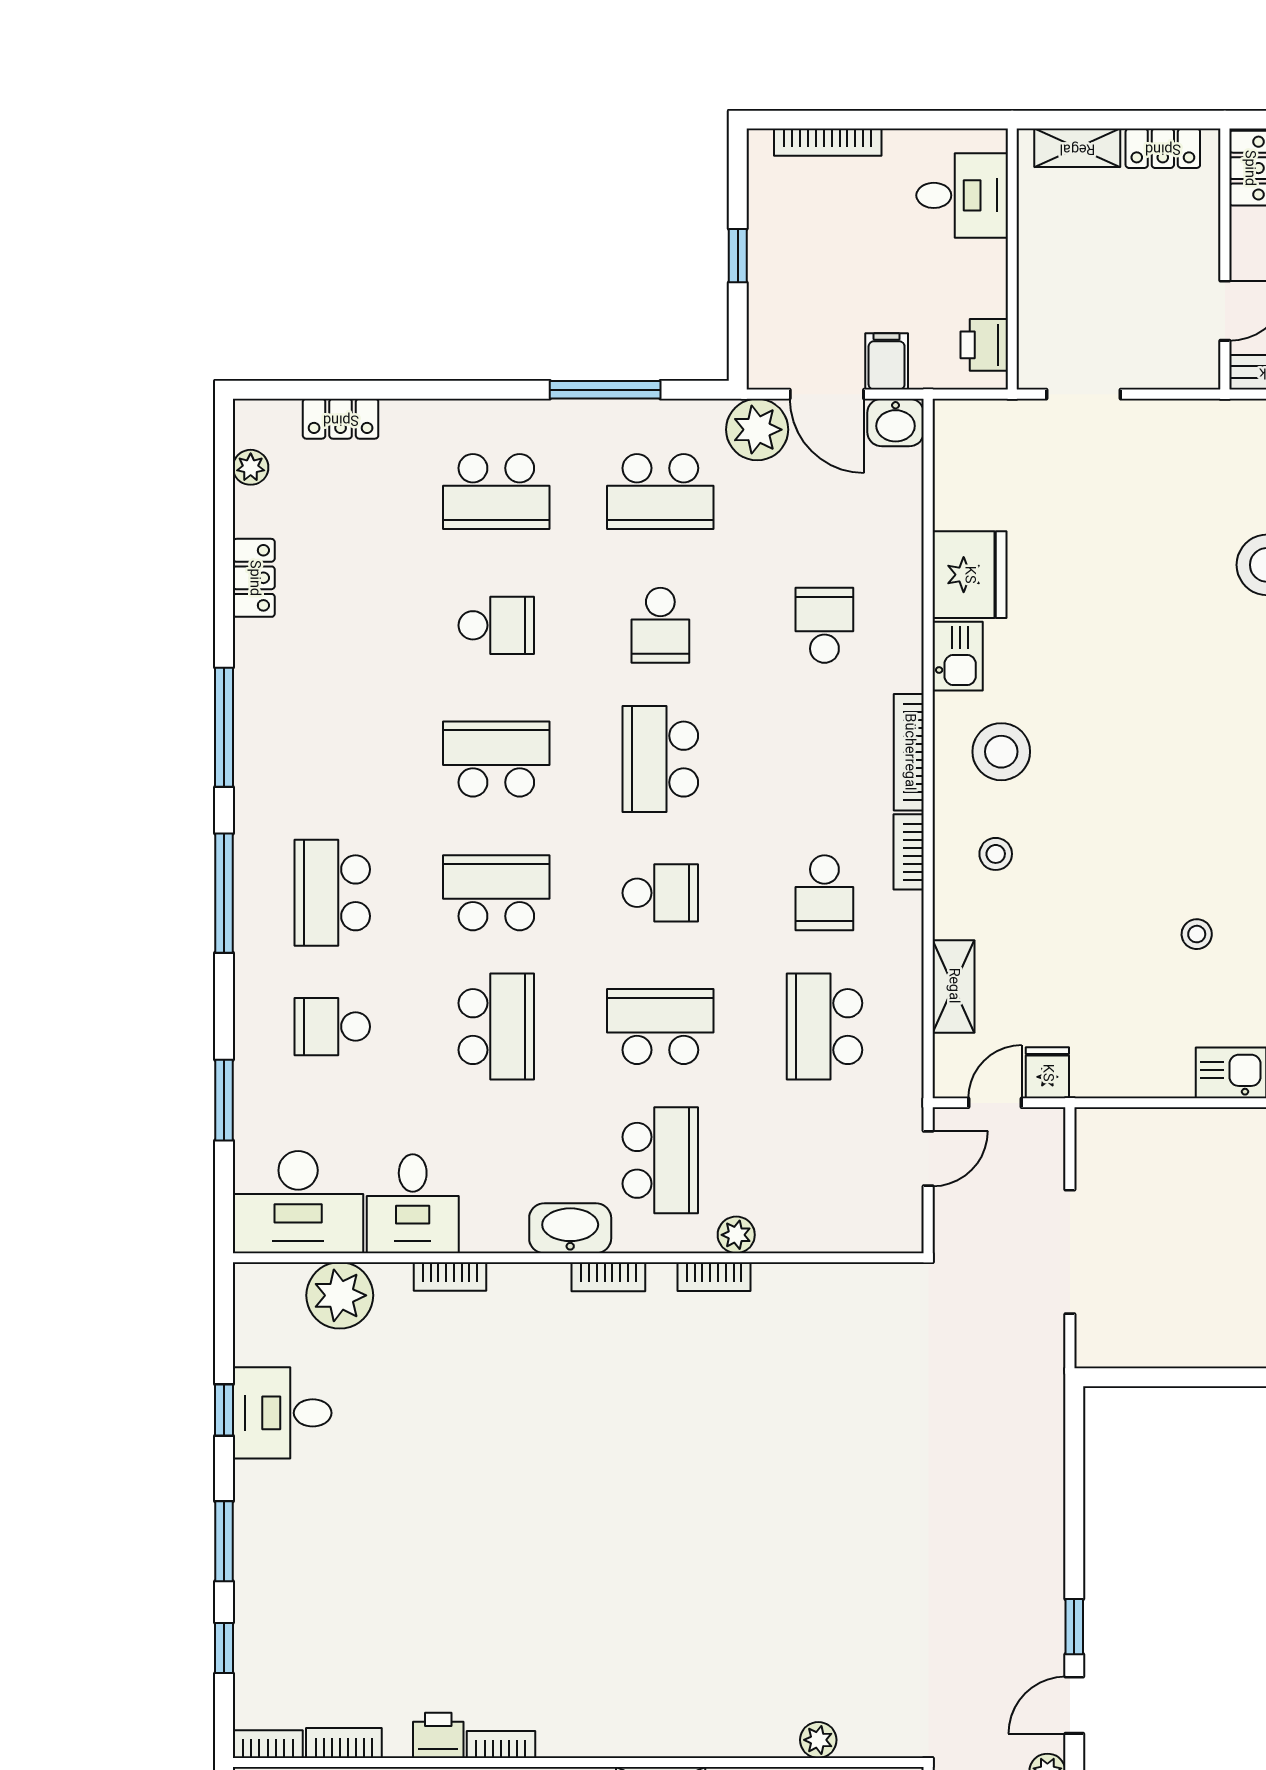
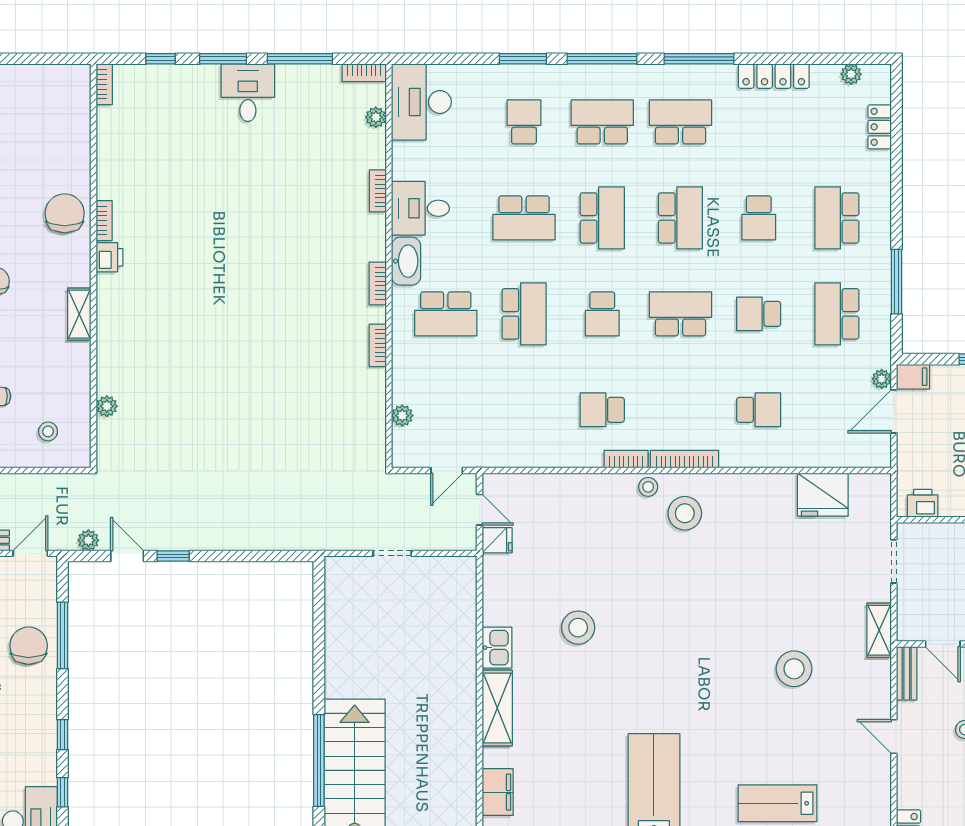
filing cabinet: (887, 361) -> (913, 377), moved
washbasin: (896, 422) -> (877, 451), removed
plant: (757, 430) -> (882, 379), width x0.53, depth x0.53
fridge: (969, 575) -> (823, 495), moved
locker: (254, 578) -> (774, 76), width x1.53
kitchen sink: (958, 656) -> (741, 488), removed
stool: (996, 854) -> (648, 487), moved
stool: (1197, 934) -> (578, 628), width x1.89, depth x1.89
shelving: (953, 986) -> (879, 630), moved, turned 90
school desk: (824, 1027) -> (680, 122), moved
window: (224, 1100) -> (523, 59), moved
door: (928, 1159) -> (447, 471), hinge flipped
desk: (413, 1204) -> (420, 208), moved
plant: (736, 1235) -> (402, 416), moved
doorway: (1070, 1252) -> (392, 553), width x0.53
plant: (340, 1295) -> (376, 117), width x0.53, depth x0.53
window: (224, 1410) -> (300, 59), width x2.17
desk: (282, 1413) -> (248, 93), moved
printer: (438, 1735) -> (110, 257), moved
bookcase: (344, 1743) -> (364, 73), moved, turned 90

